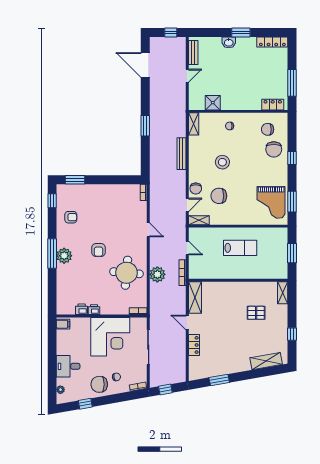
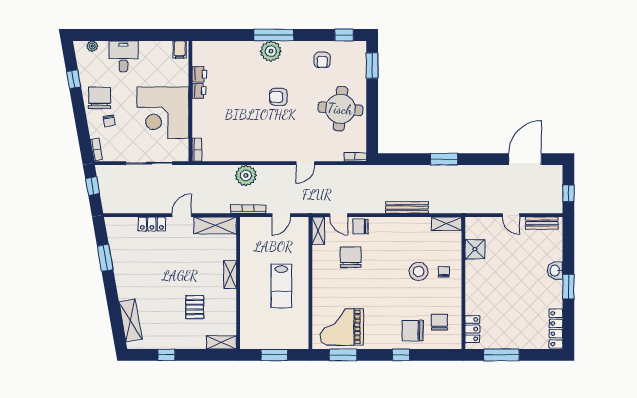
stool: (222, 162) -> (419, 271), moved
round table: (126, 273) -> (340, 109), moved
shelving: (232, 286) -> (230, 275), added

